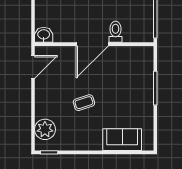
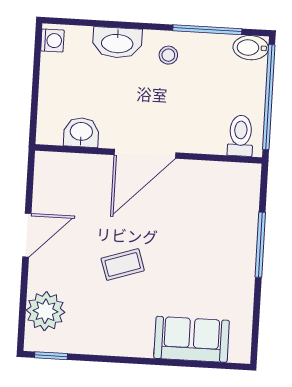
toilet: (116, 32) -> (241, 136), moved
washbasin: (44, 35) -> (81, 132), moved
door: (33, 67) -> (27, 235), moved

